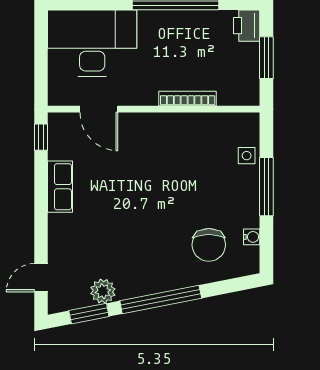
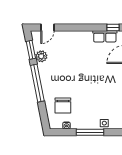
row of seats: (60, 187) -> (105, 36), moved
chair: (209, 245) -> (63, 106), turned -90
door: (41, 278) -> (48, 27), swing flipped

